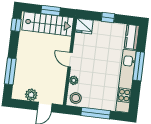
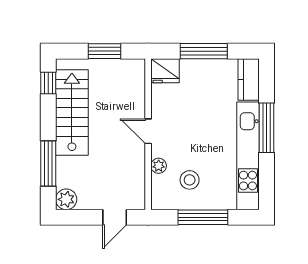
window: (108, 17) -> (204, 51), width x2.17
stairs: (48, 24) -> (72, 112), moved, turned -90
plant: (31, 95) -> (66, 199), moved
stool: (76, 98) -> (190, 180), moved

